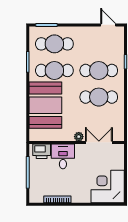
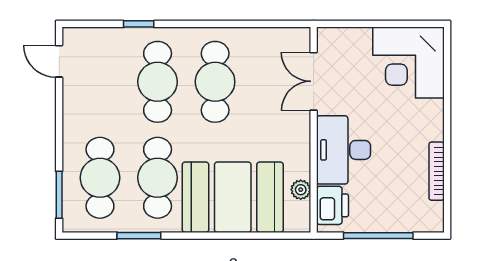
door: (108, 25) -> (59, 61), hinge flipped
plant: (79, 137) -> (301, 190), moved
desk: (63, 156) -> (343, 150), width x1.37

